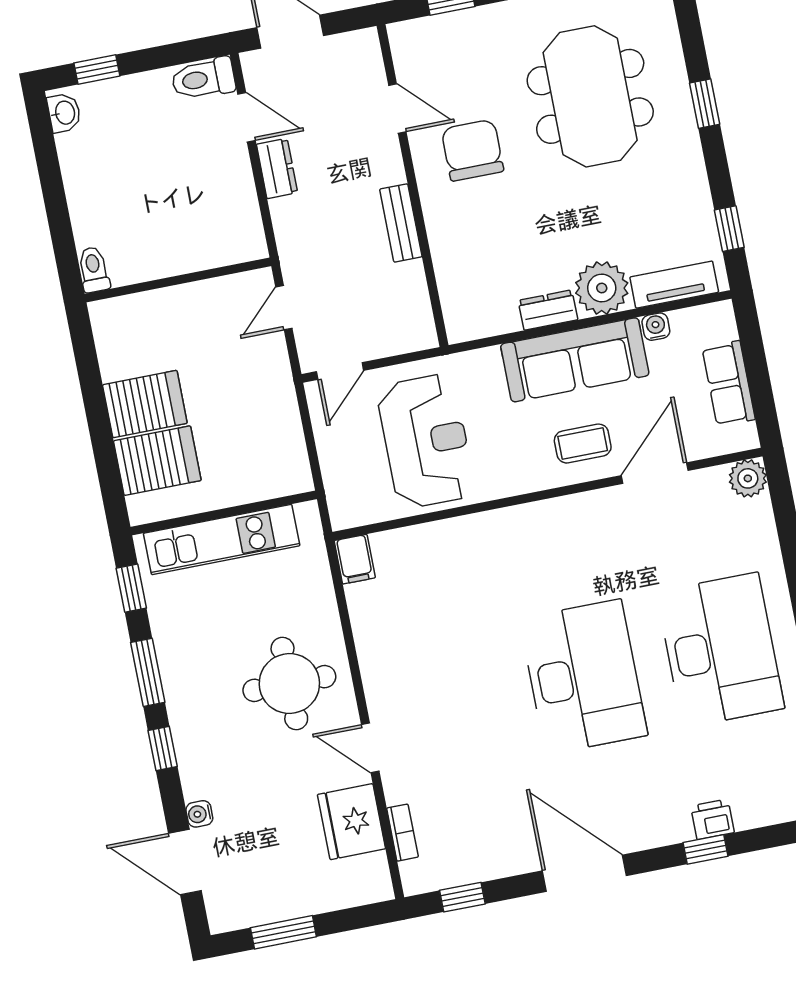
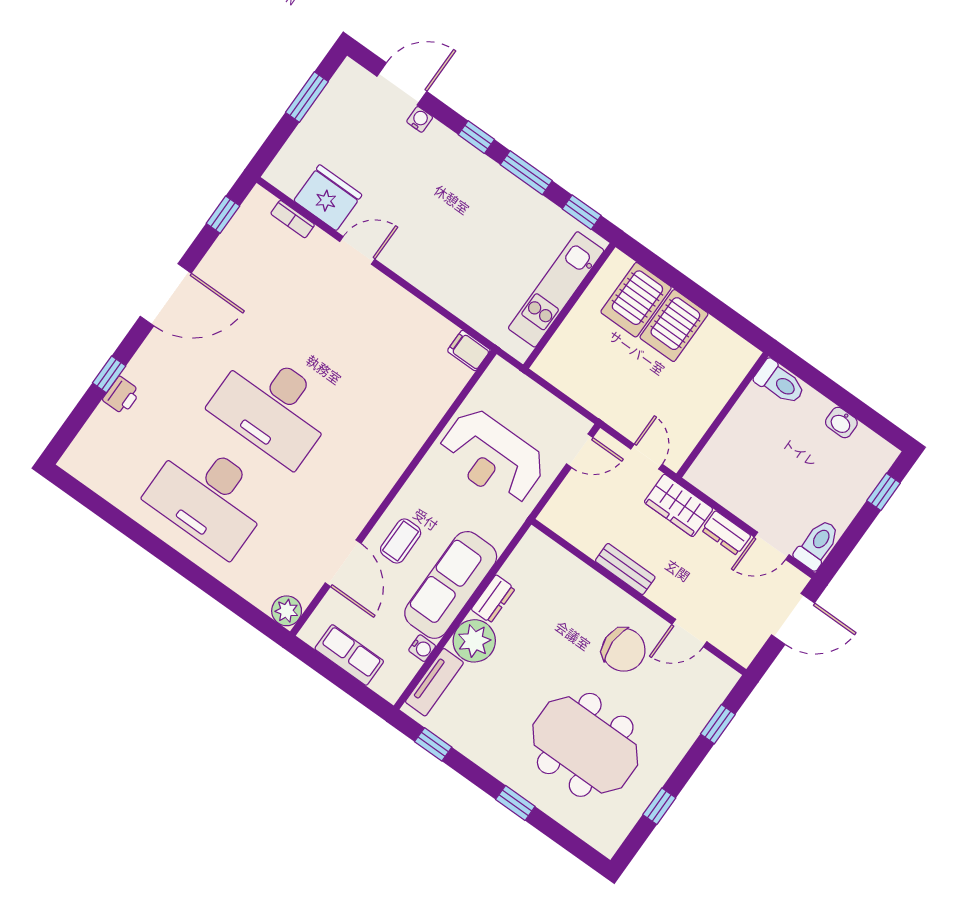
washbasin: (64, 113) -> (841, 422), moved
wardrobe: (297, 235) -> (679, 505), added
toilet: (94, 269) -> (780, 382), width x1.37, depth x1.39
door: (340, 371) -> (580, 451), swing flipped
round table: (289, 683) -> (439, 243), removed

